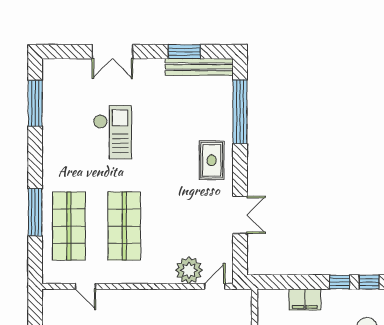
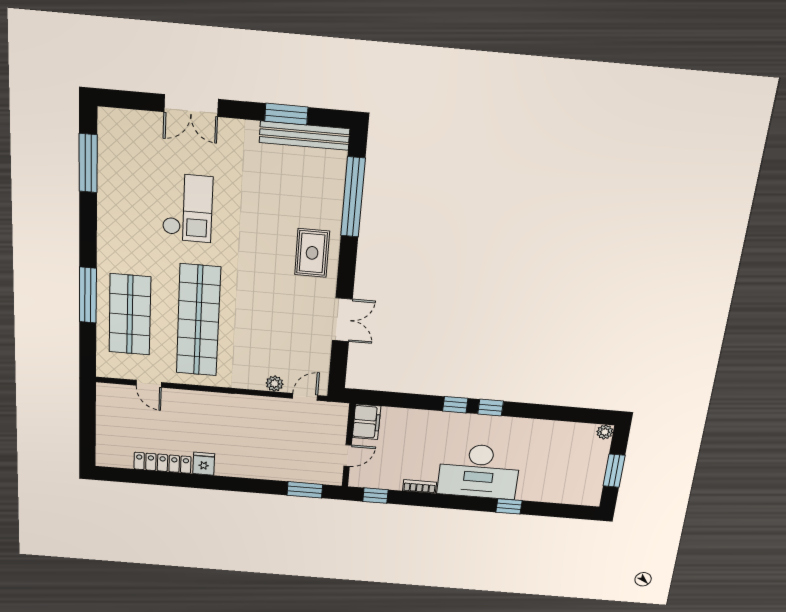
shop shelf: (124, 226) -> (198, 320), width x1.40
plant: (189, 270) -> (275, 384), width x0.53, depth x0.53
filing cabinet: (305, 299) -> (367, 422), moved, turned -90

